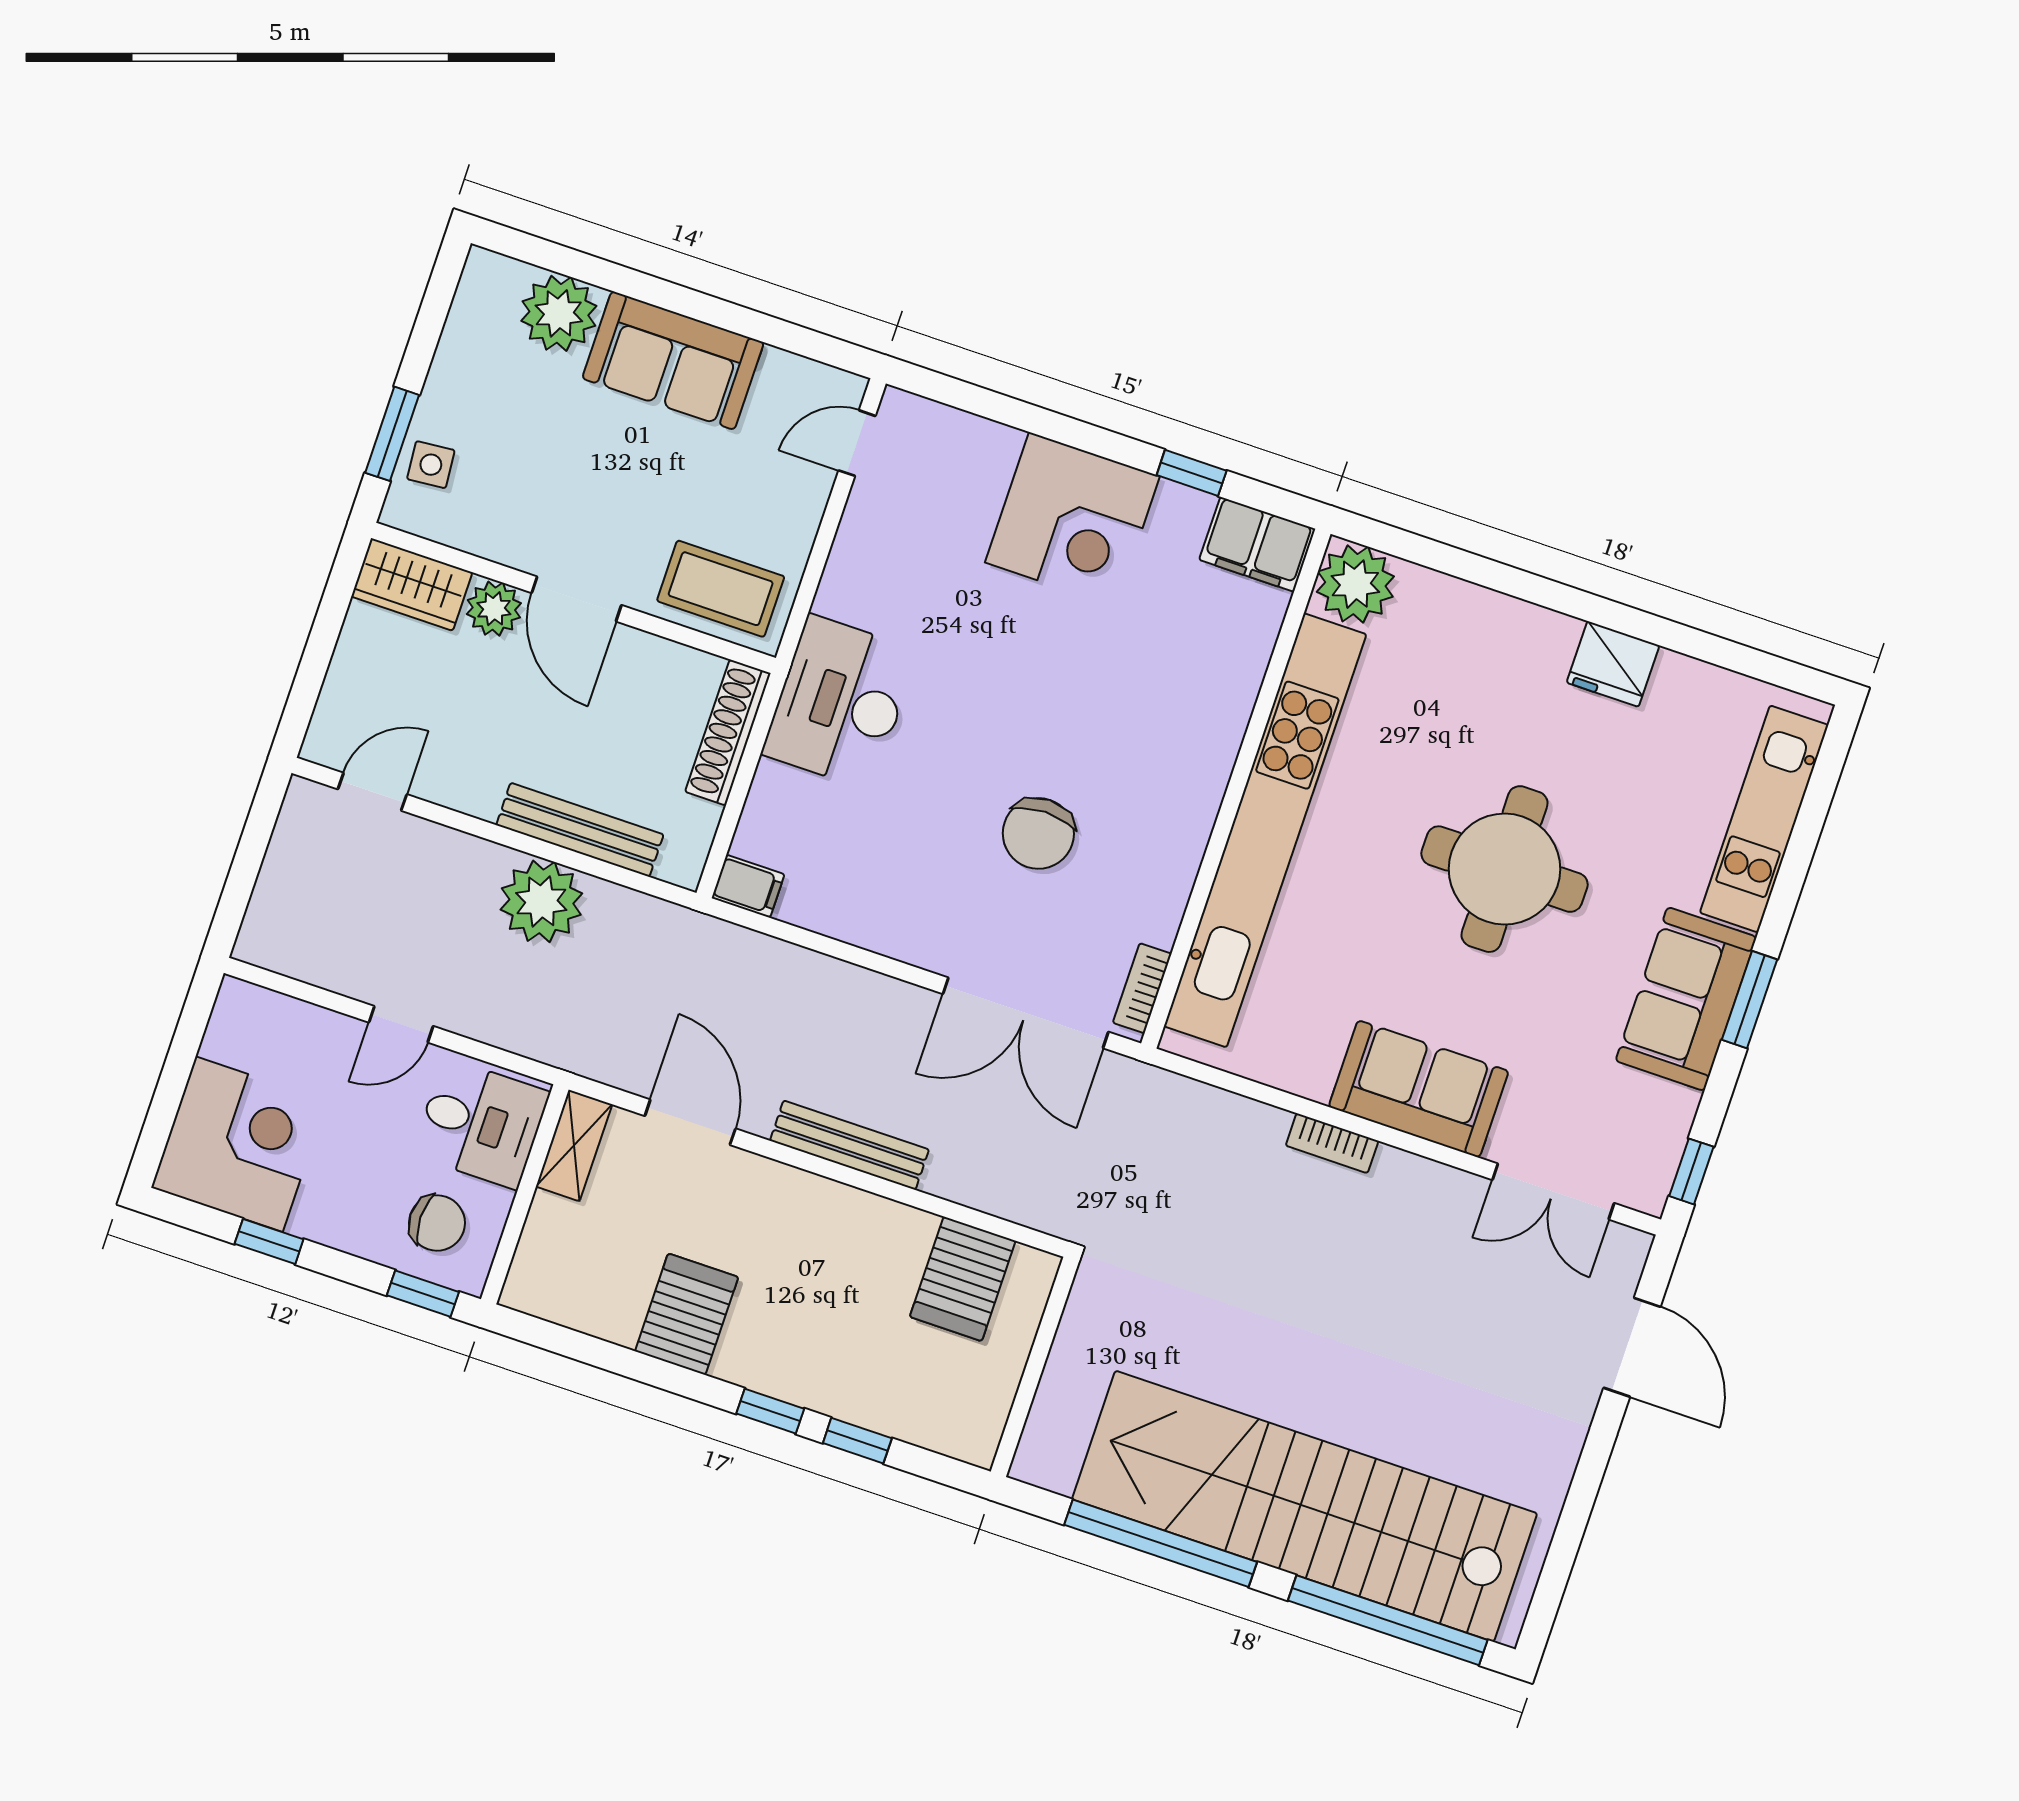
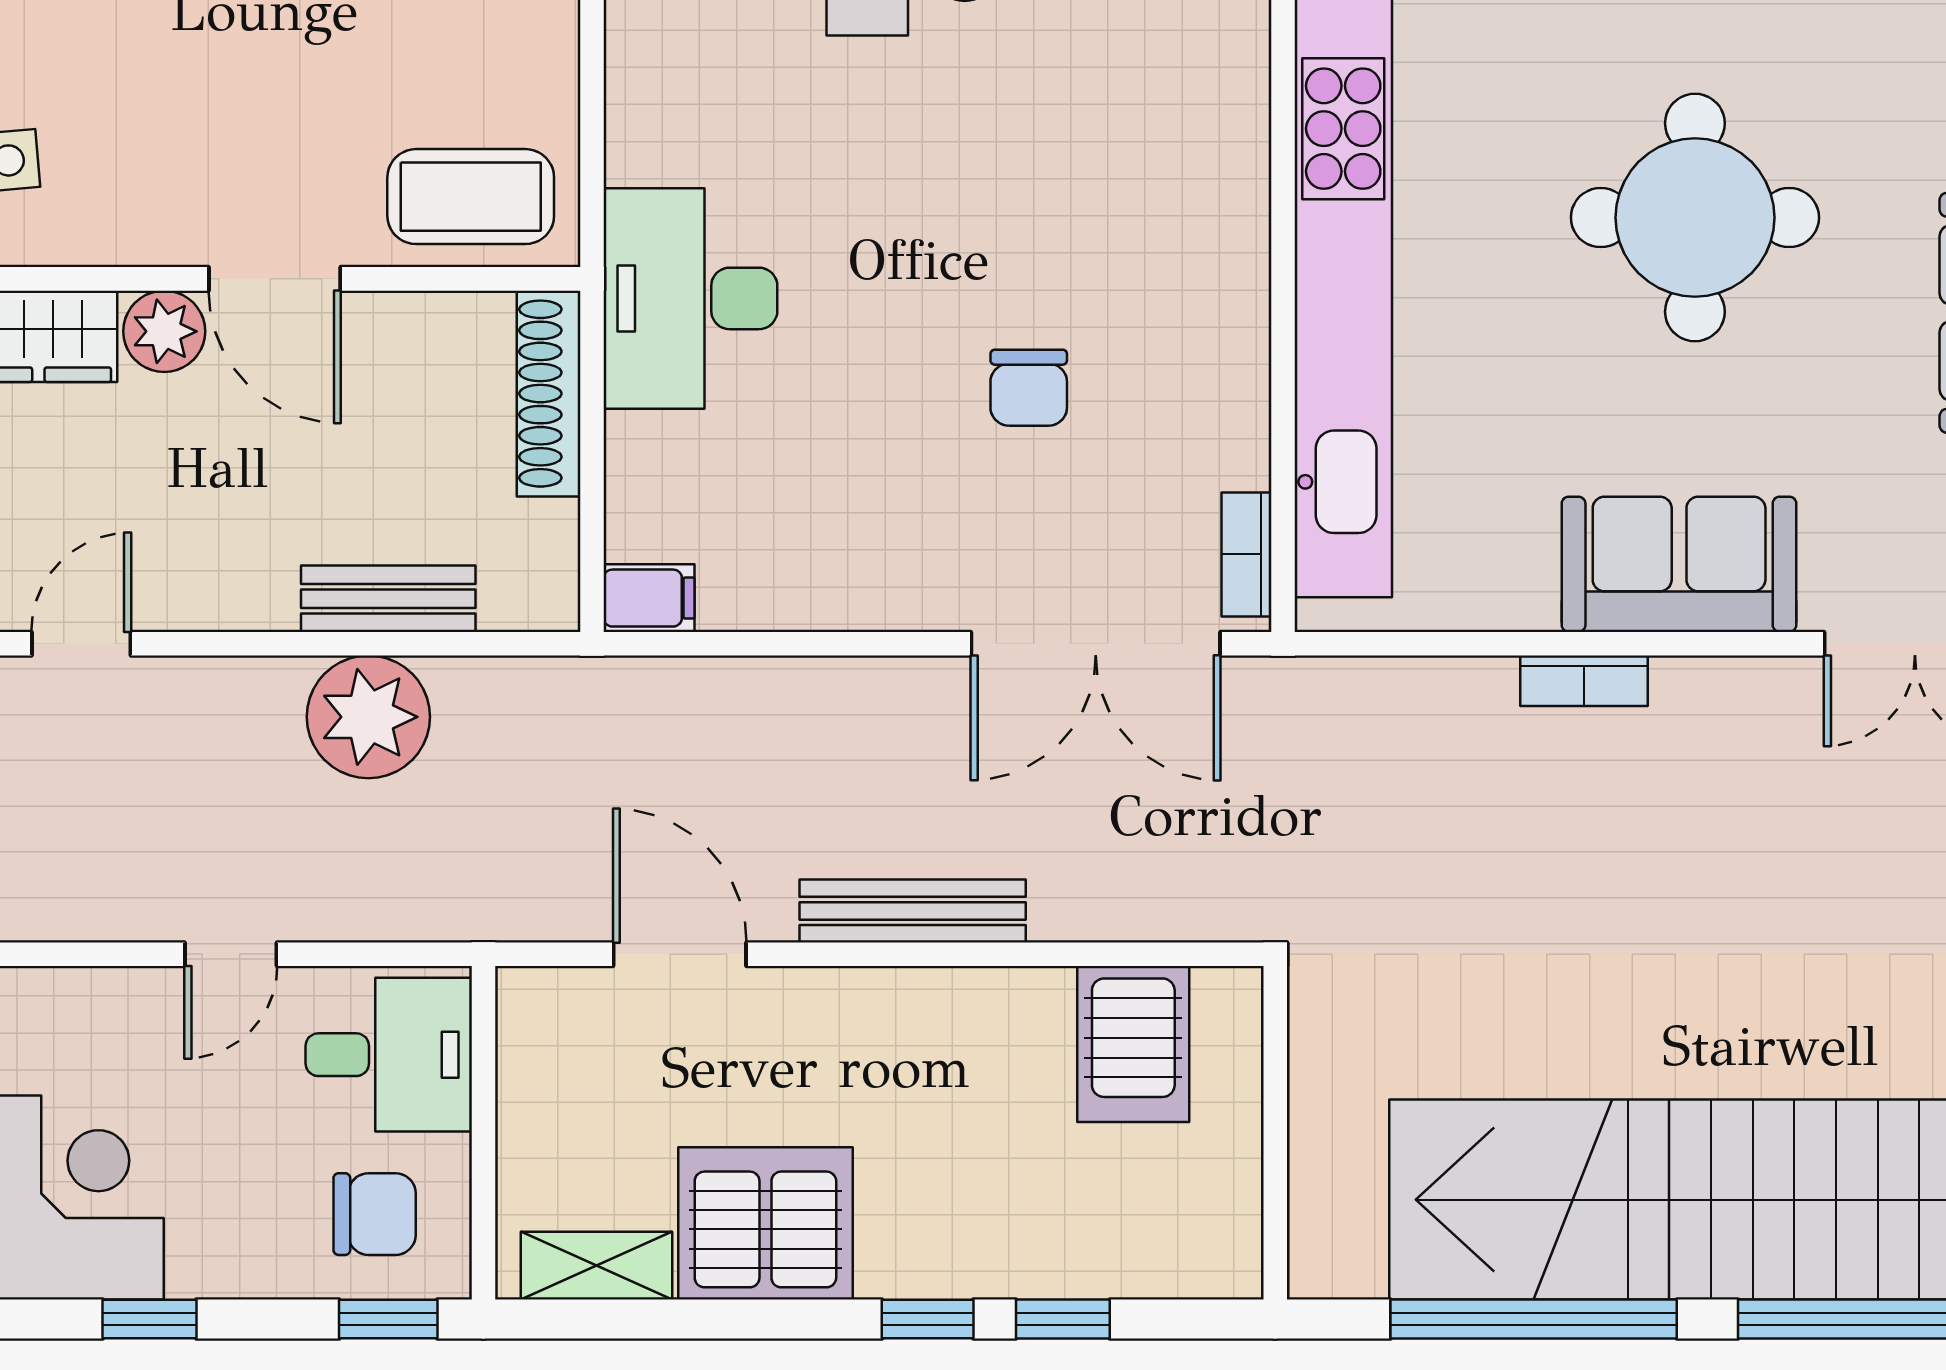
bench: (580, 830) -> (388, 599), width x0.73
chair: (1038, 833) -> (1029, 388), width x0.73, depth x0.73
shelving: (574, 1145) -> (596, 1266), moved, turned 90
server rack: (687, 1314) -> (765, 1223), width x1.60

